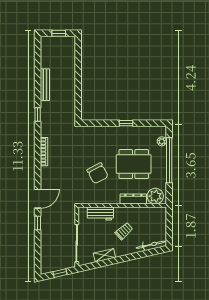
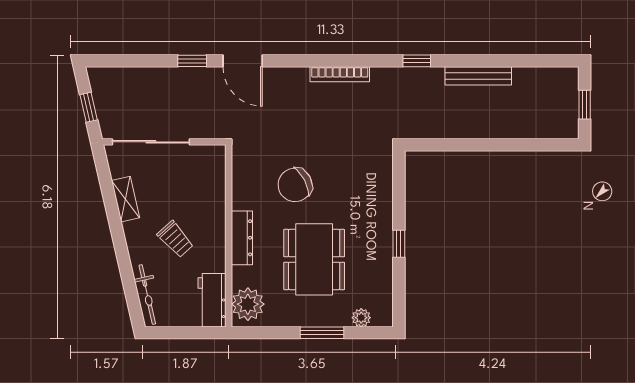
window: (169, 160) -> (322, 333), width x0.47
dresser: (133, 199) -> (242, 238), moved
workbench: (100, 214) -> (212, 300), moved

